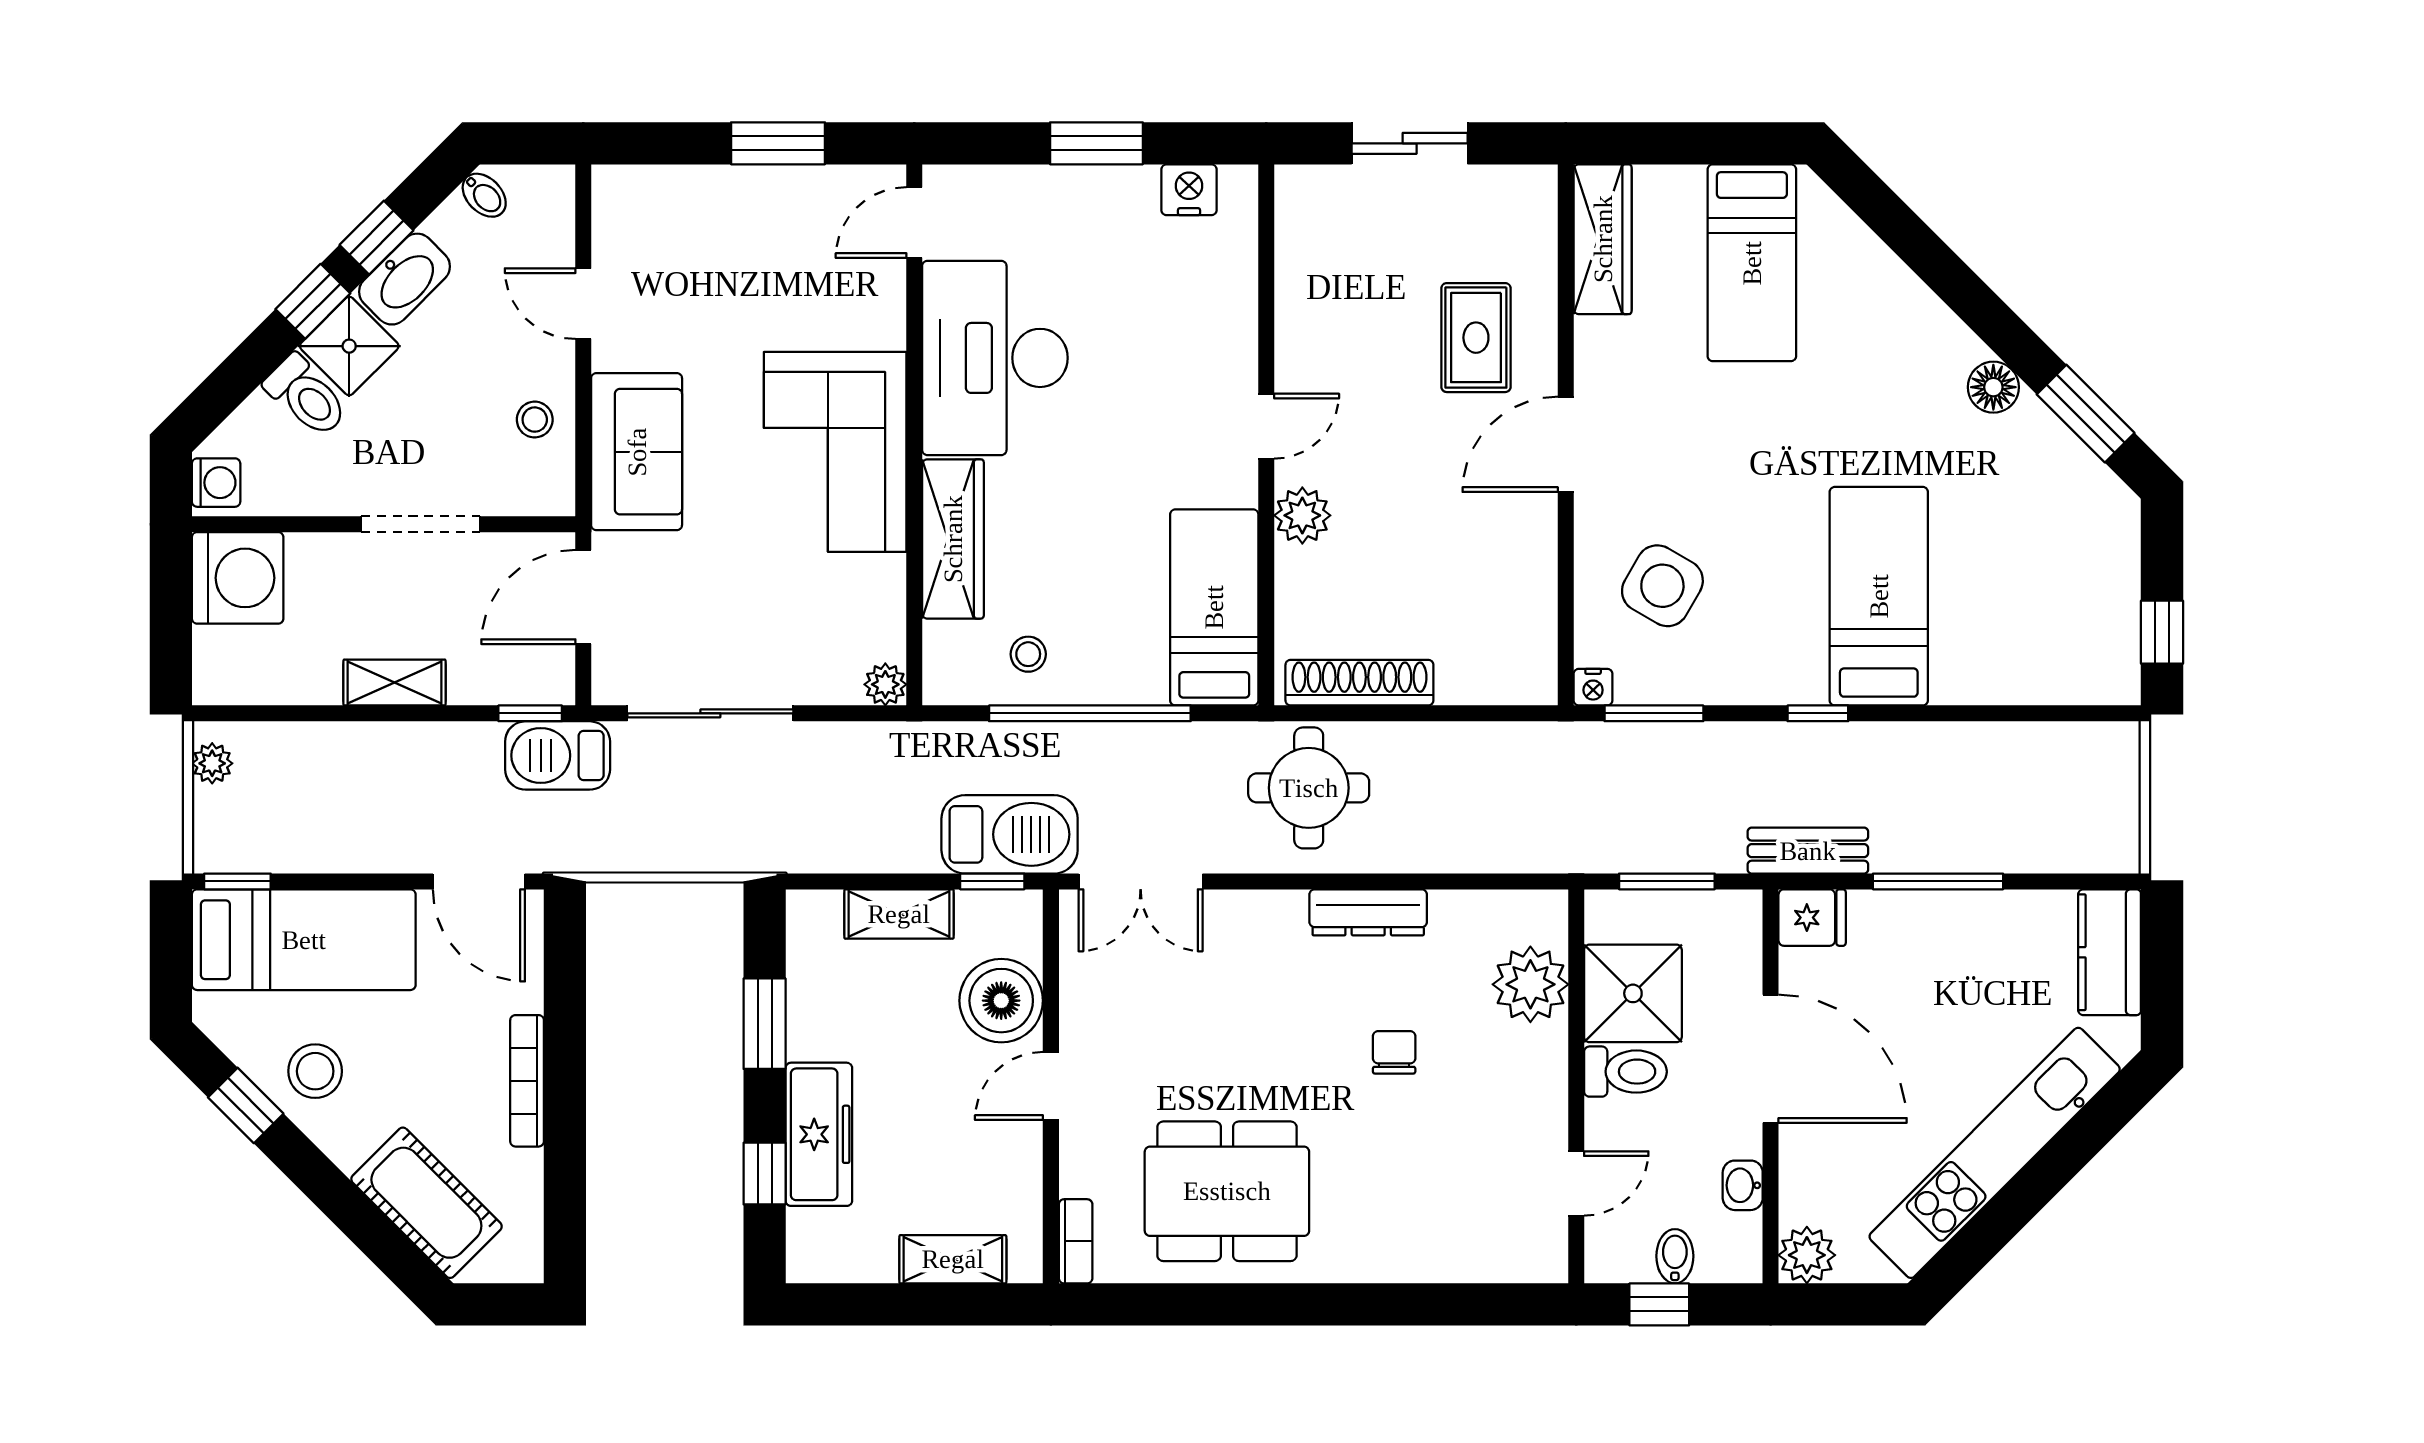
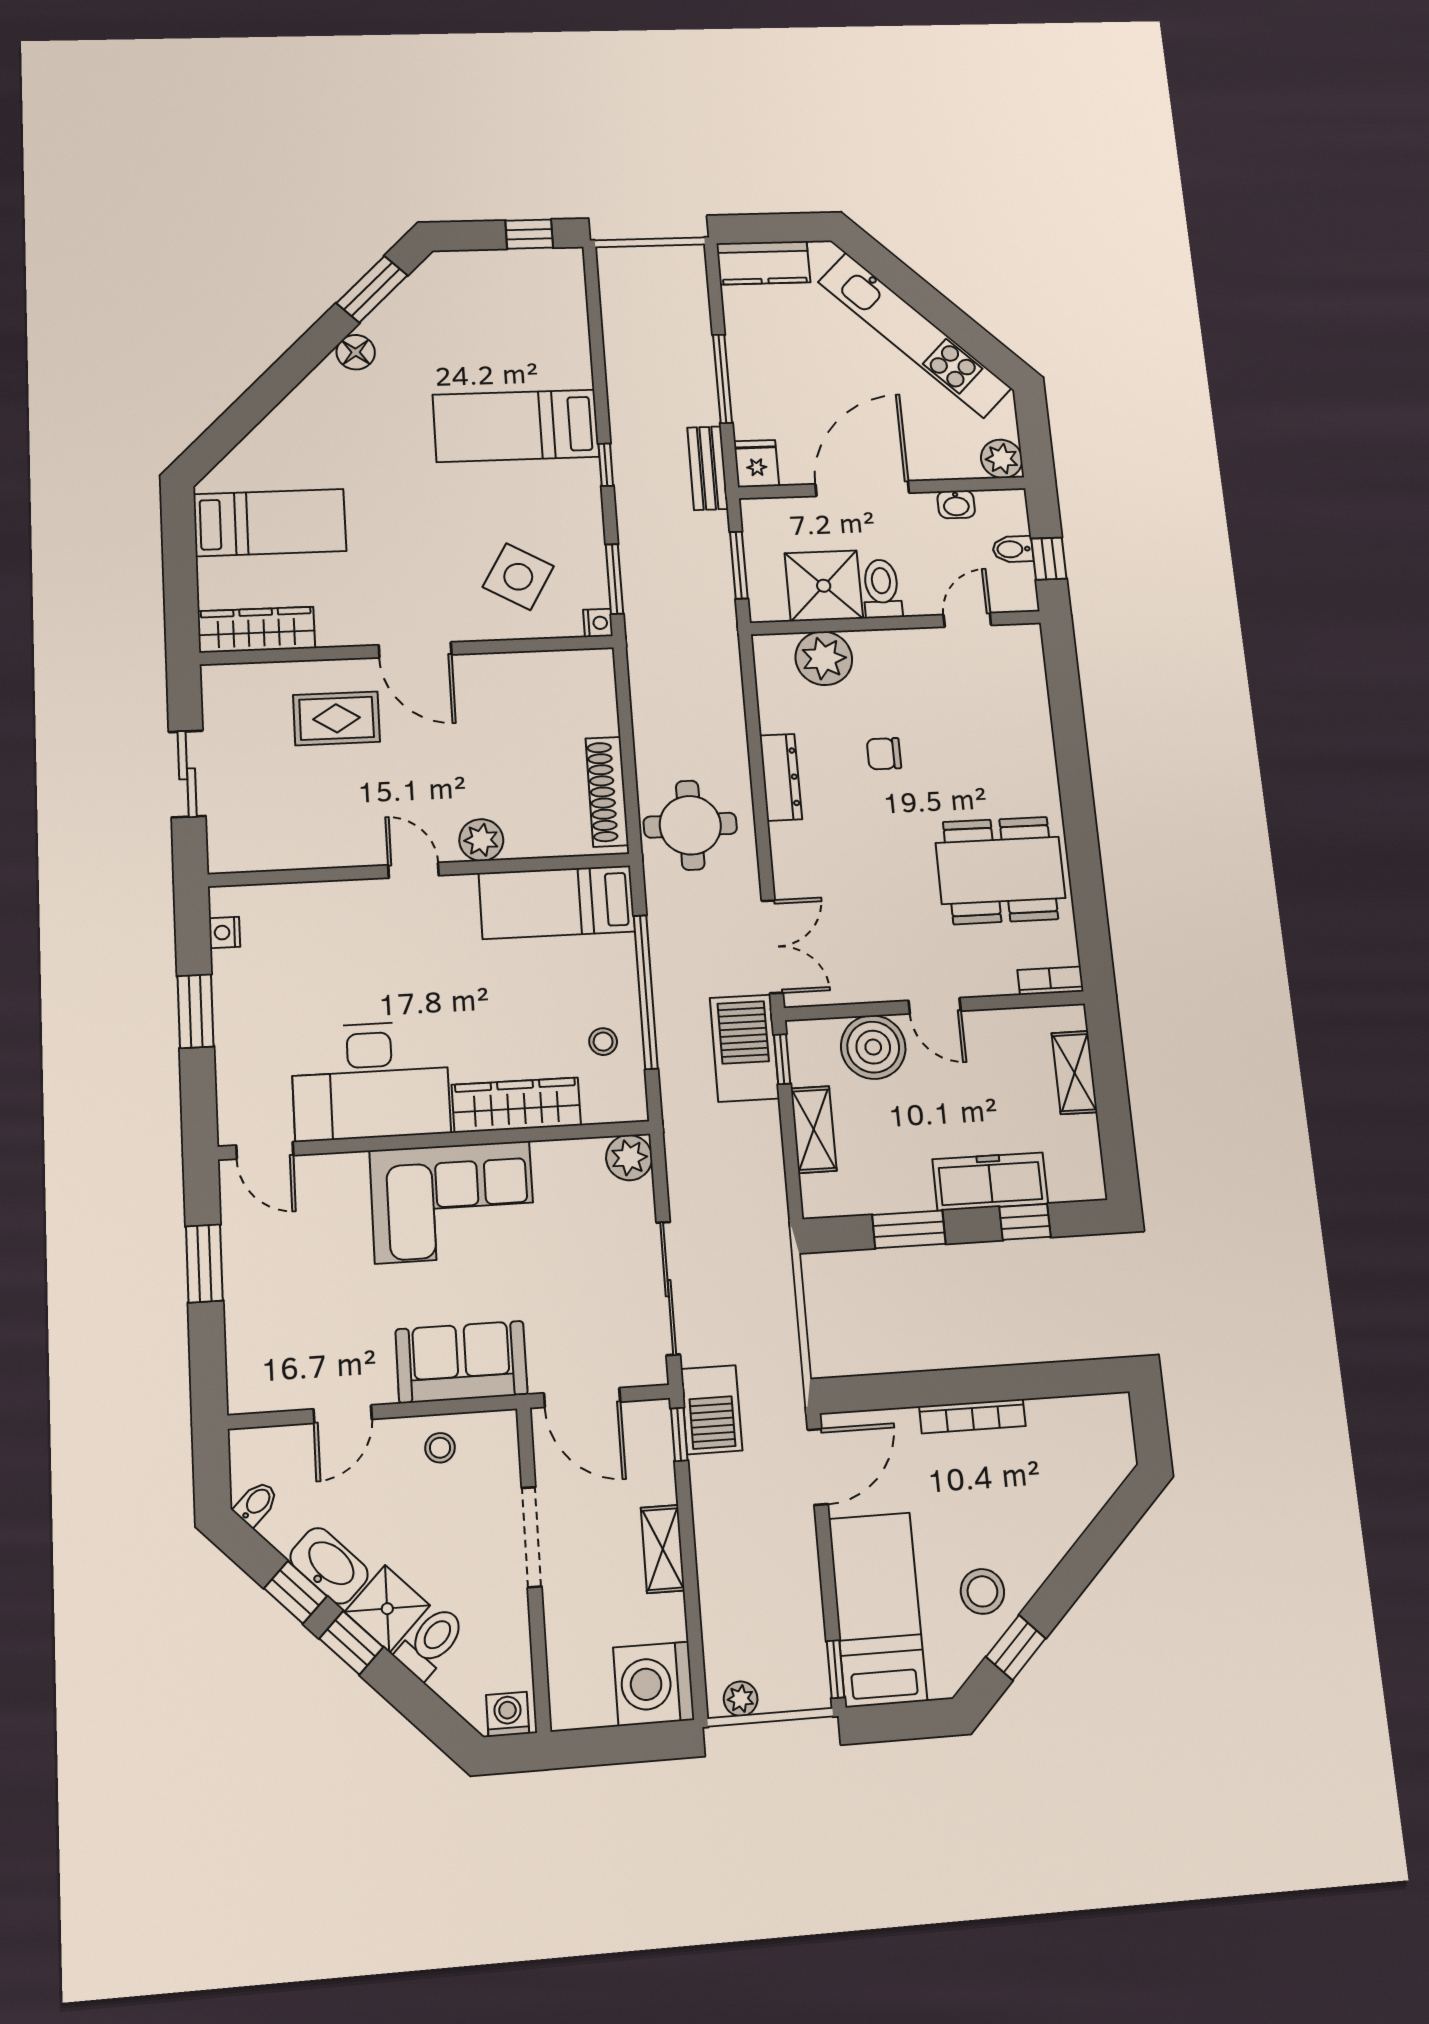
nightstand: (1189, 190) -> (224, 932), width x0.72, depth x0.74
washing machine: (238, 578) -> (654, 1684), moved, turned -90
plant: (885, 684) -> (629, 1158), width x1.38, depth x1.38
door: (1576, 1183) -> (967, 620), hinge flipped
dining table: (1227, 1191) -> (1000, 870), turned 90
cot: (426, 1203) -> (1077, 1491), removed

